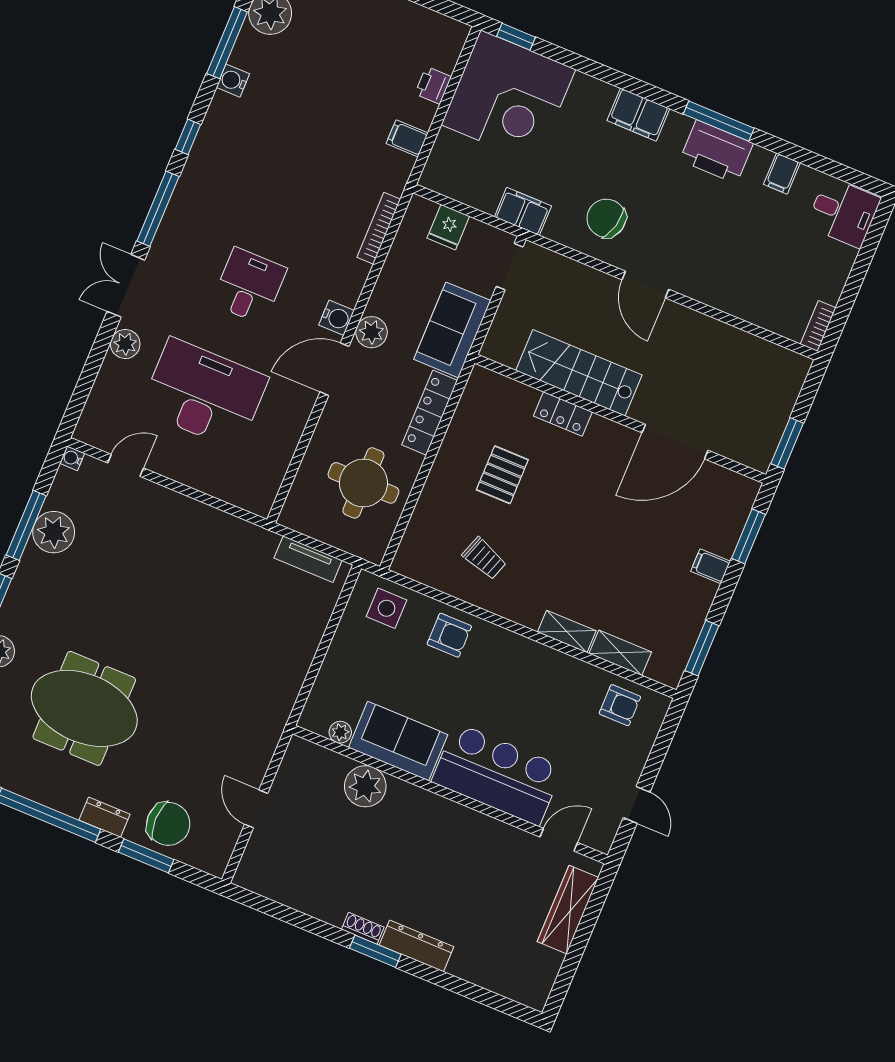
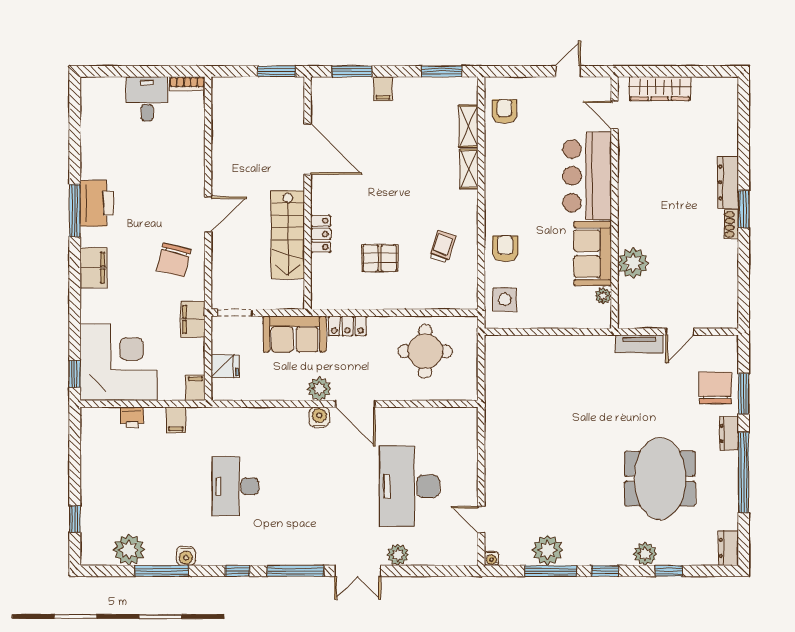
filing cabinet: (782, 174) -> (195, 388), moved, turned -90
desk: (843, 212) -> (147, 99), moved
bookcase: (379, 228) -> (246, 414), removed
desk: (249, 286) -> (236, 486), moved, width x1.37
locker: (430, 413) -> (347, 326), width x0.66
tv unit: (308, 559) -> (639, 344), moved, turned 90

